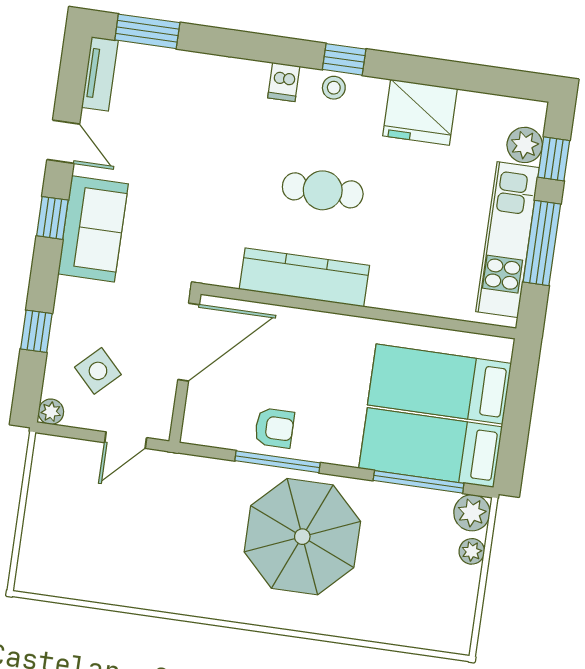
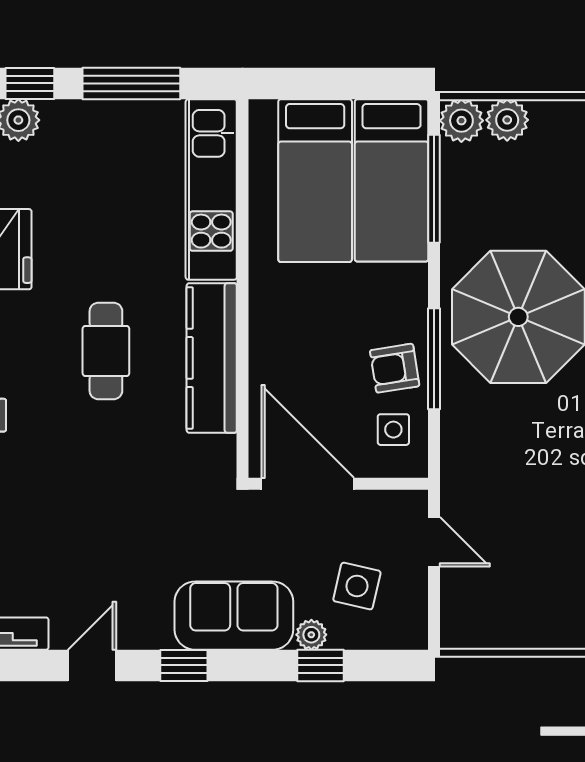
sofa: (93, 229) -> (234, 616), moved
kitchen unit: (507, 240) -> (211, 189), moved, turned 90
side table: (98, 371) -> (357, 586), turned -33
plant: (51, 412) -> (311, 635), moved
side table: (224, 420) -> (393, 430), added
armchair: (274, 428) -> (395, 368), turned -99
plant: (472, 551) -> (507, 120), width x1.38, depth x1.38

